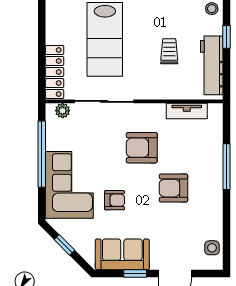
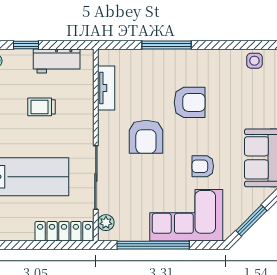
workbench: (212, 65) -> (57, 61), width x0.73
armchair: (173, 188) -> (190, 102), turned -90
armchair: (115, 200) -> (203, 166), turned -90
window: (64, 245) -> (251, 221), width x1.50

